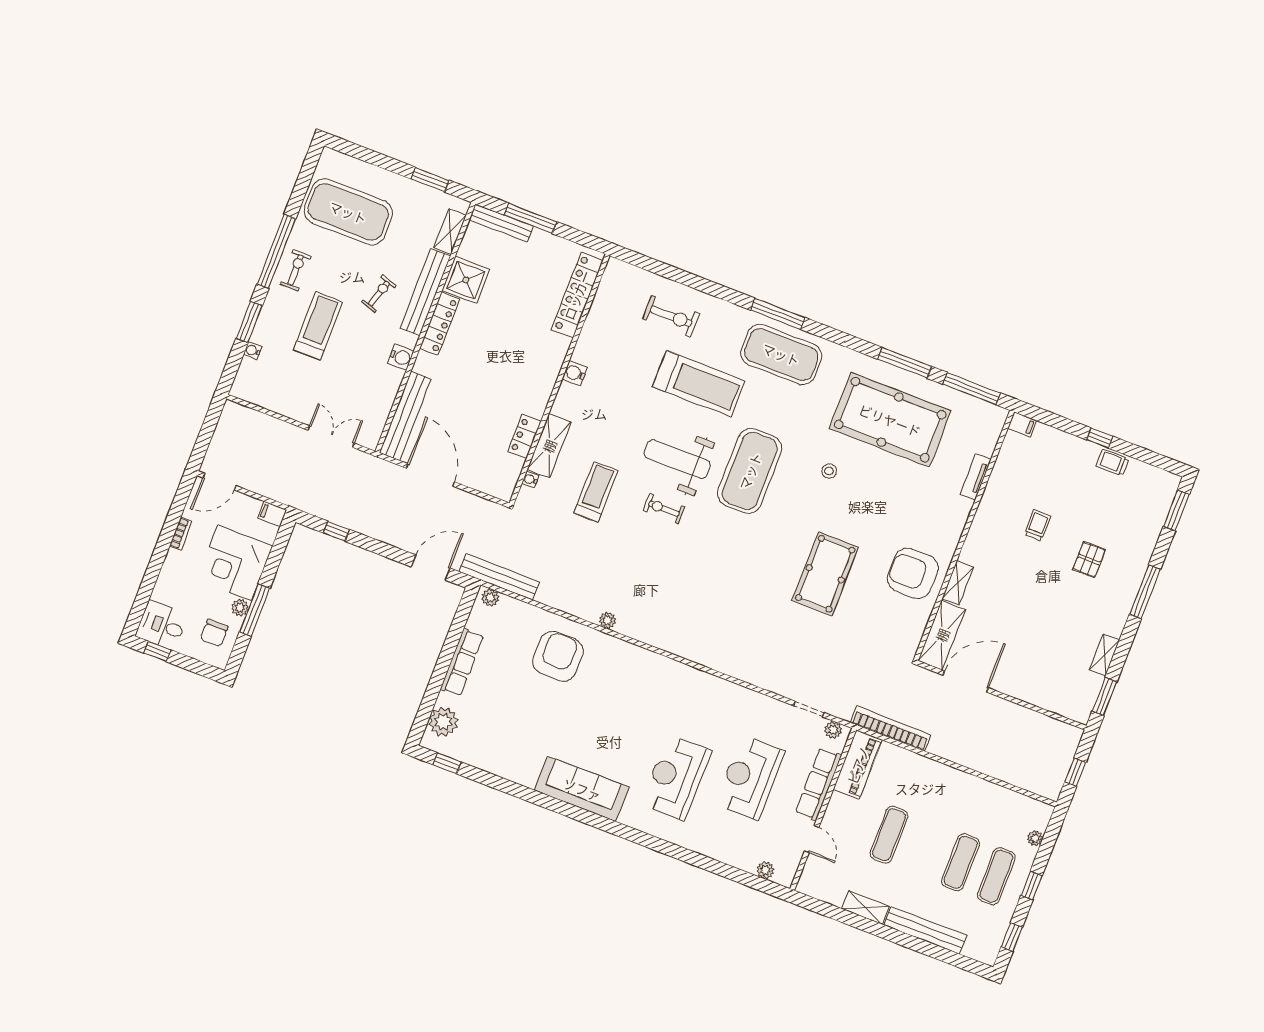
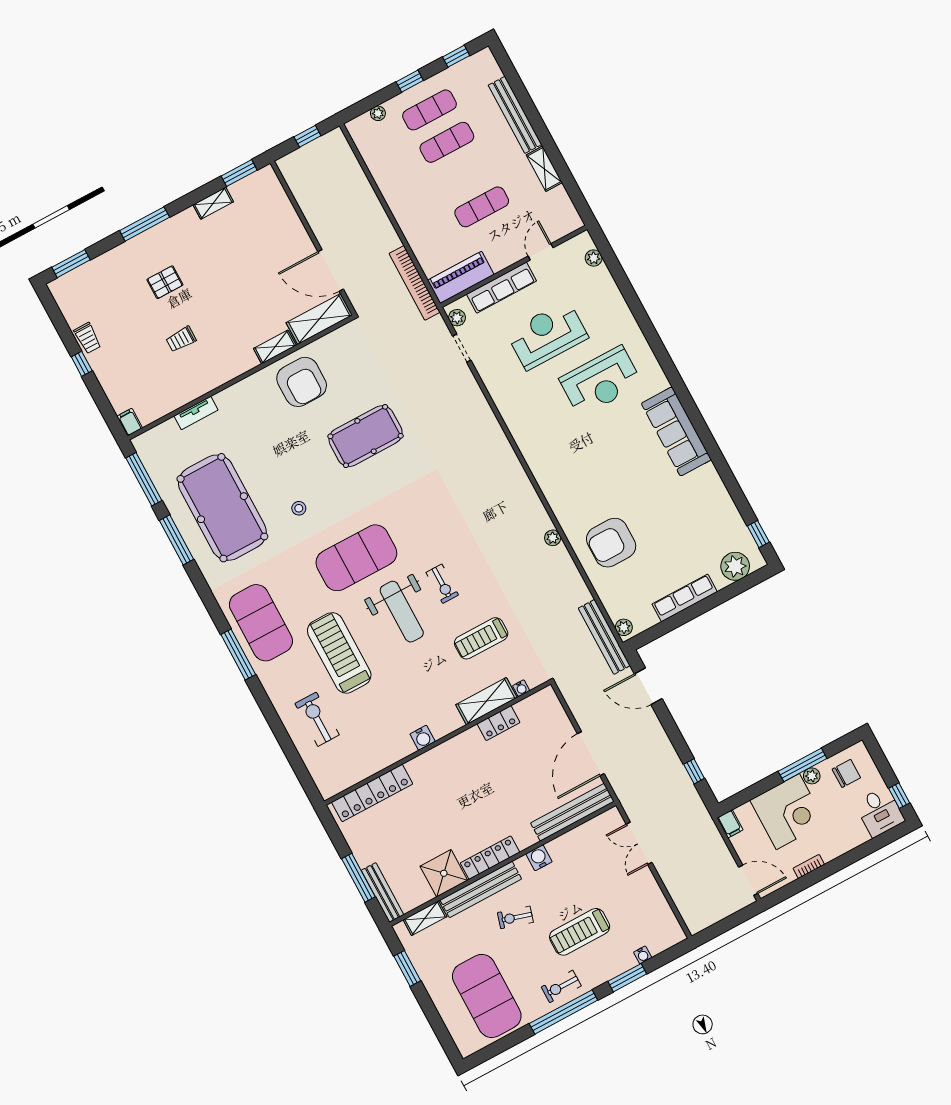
reception desk: (750, 778) -> (547, 335), turned 180

